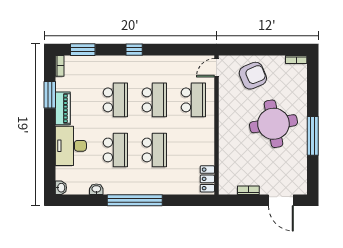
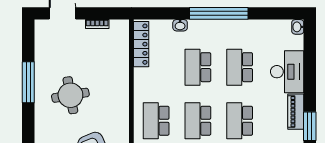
round table: (273, 124) -> (70, 95), width x0.73, depth x0.73
locker: (207, 179) -> (141, 44), width x1.53
washbasin: (96, 189) -> (180, 25), moved

